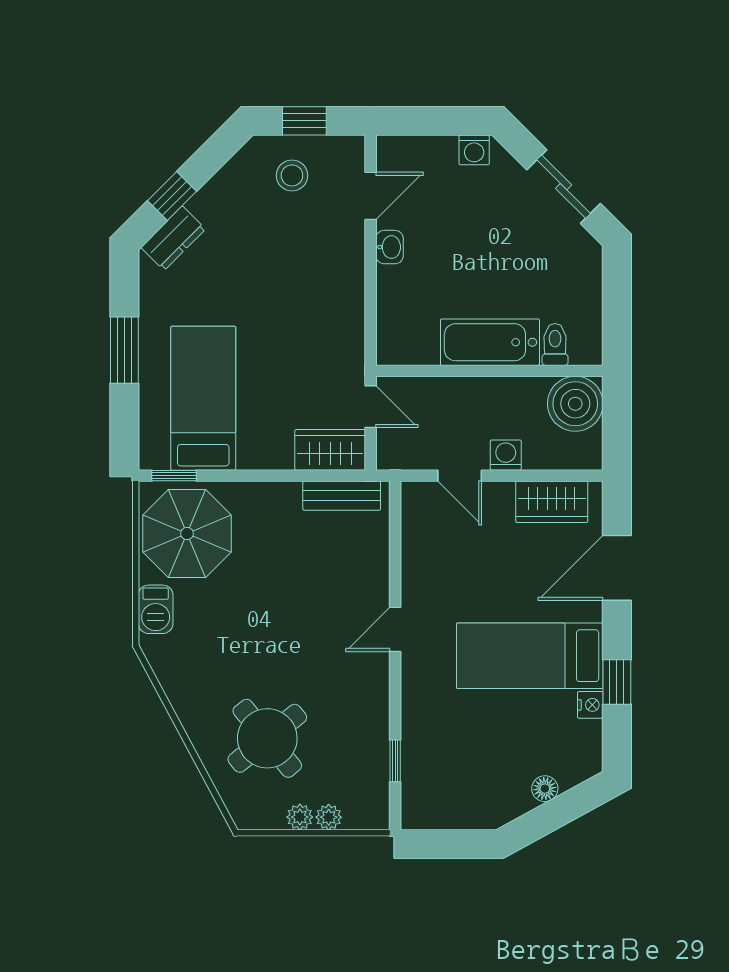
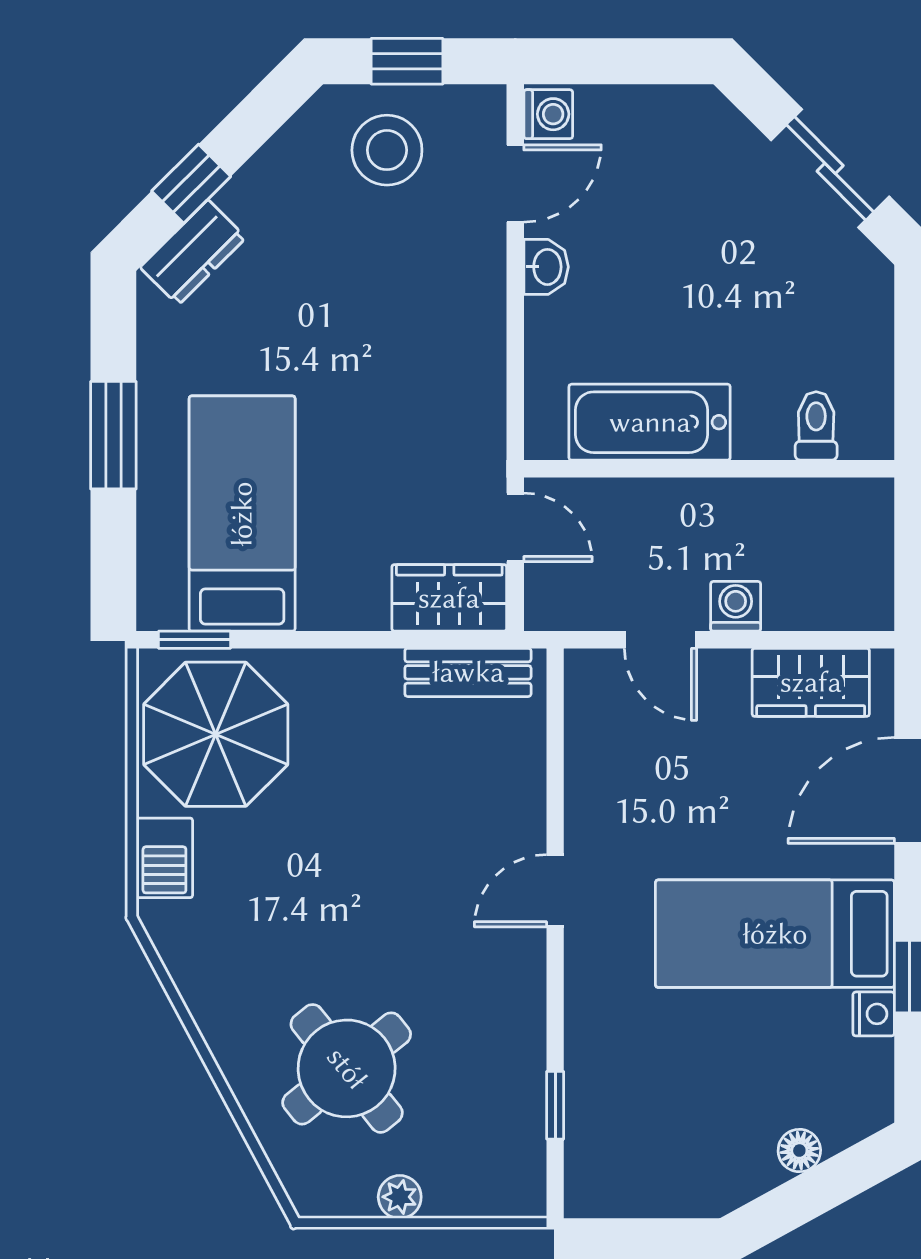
washing machine: (474, 150) -> (548, 114), moved, turned -90
stool: (292, 175) -> (387, 150), width x1.38, depth x1.38
bathtub: (490, 342) -> (650, 422), moved
boiler: (575, 404) -> (849, 522), removed
plant: (329, 817) -> (447, 1197), removed

